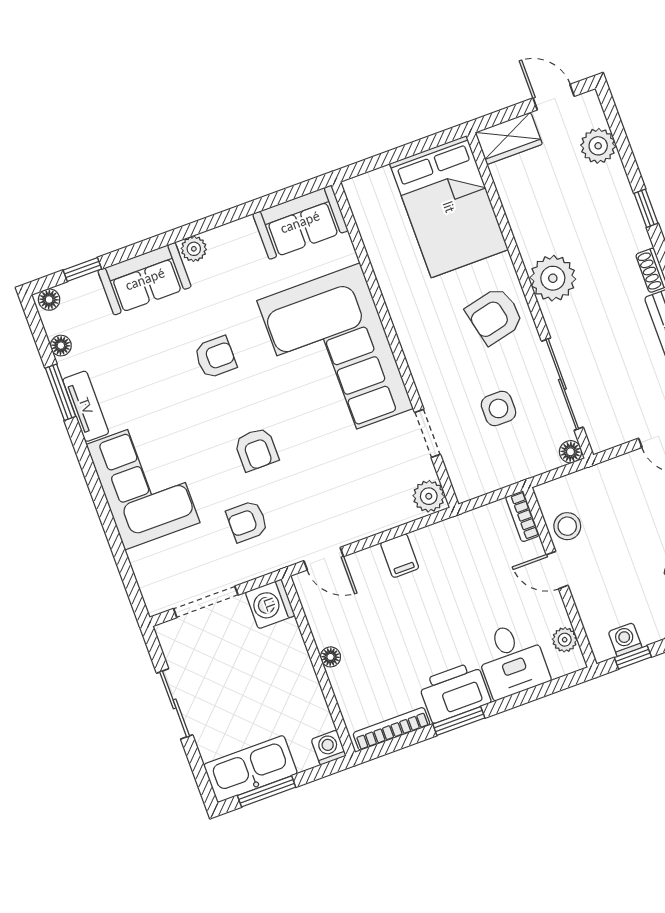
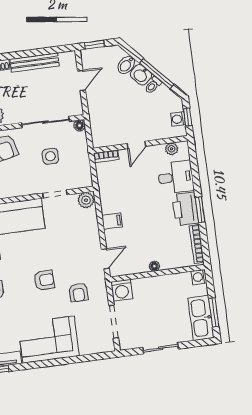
stool: (567, 526) -> (116, 135), removed

